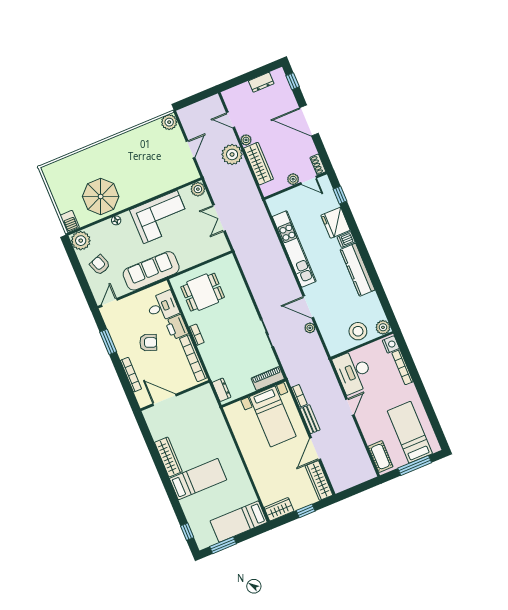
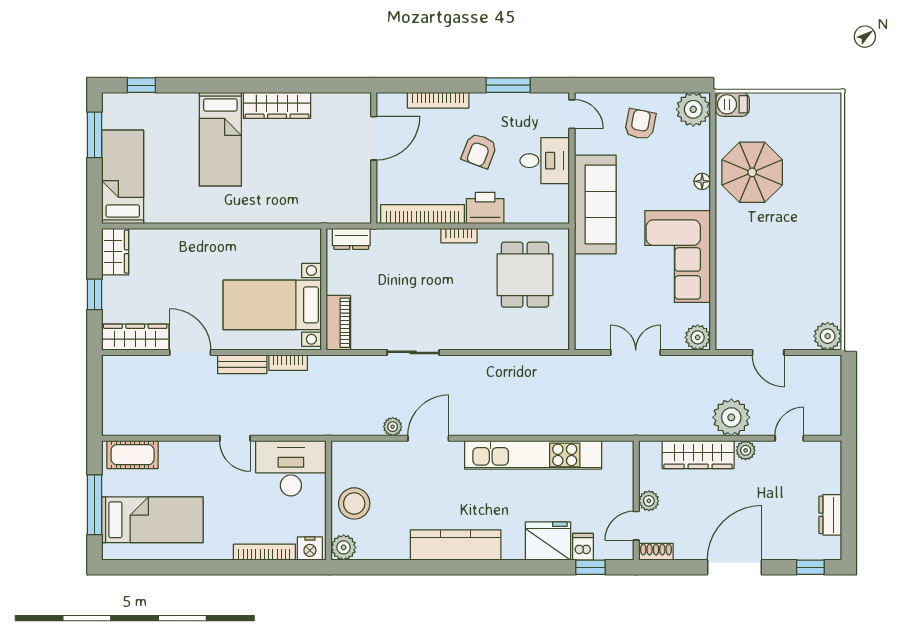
dishwasher: (346, 240) -> (583, 547), moved
armchair: (100, 265) -> (640, 124), turned -59
desk: (163, 306) -> (545, 161), moved, turned -90

